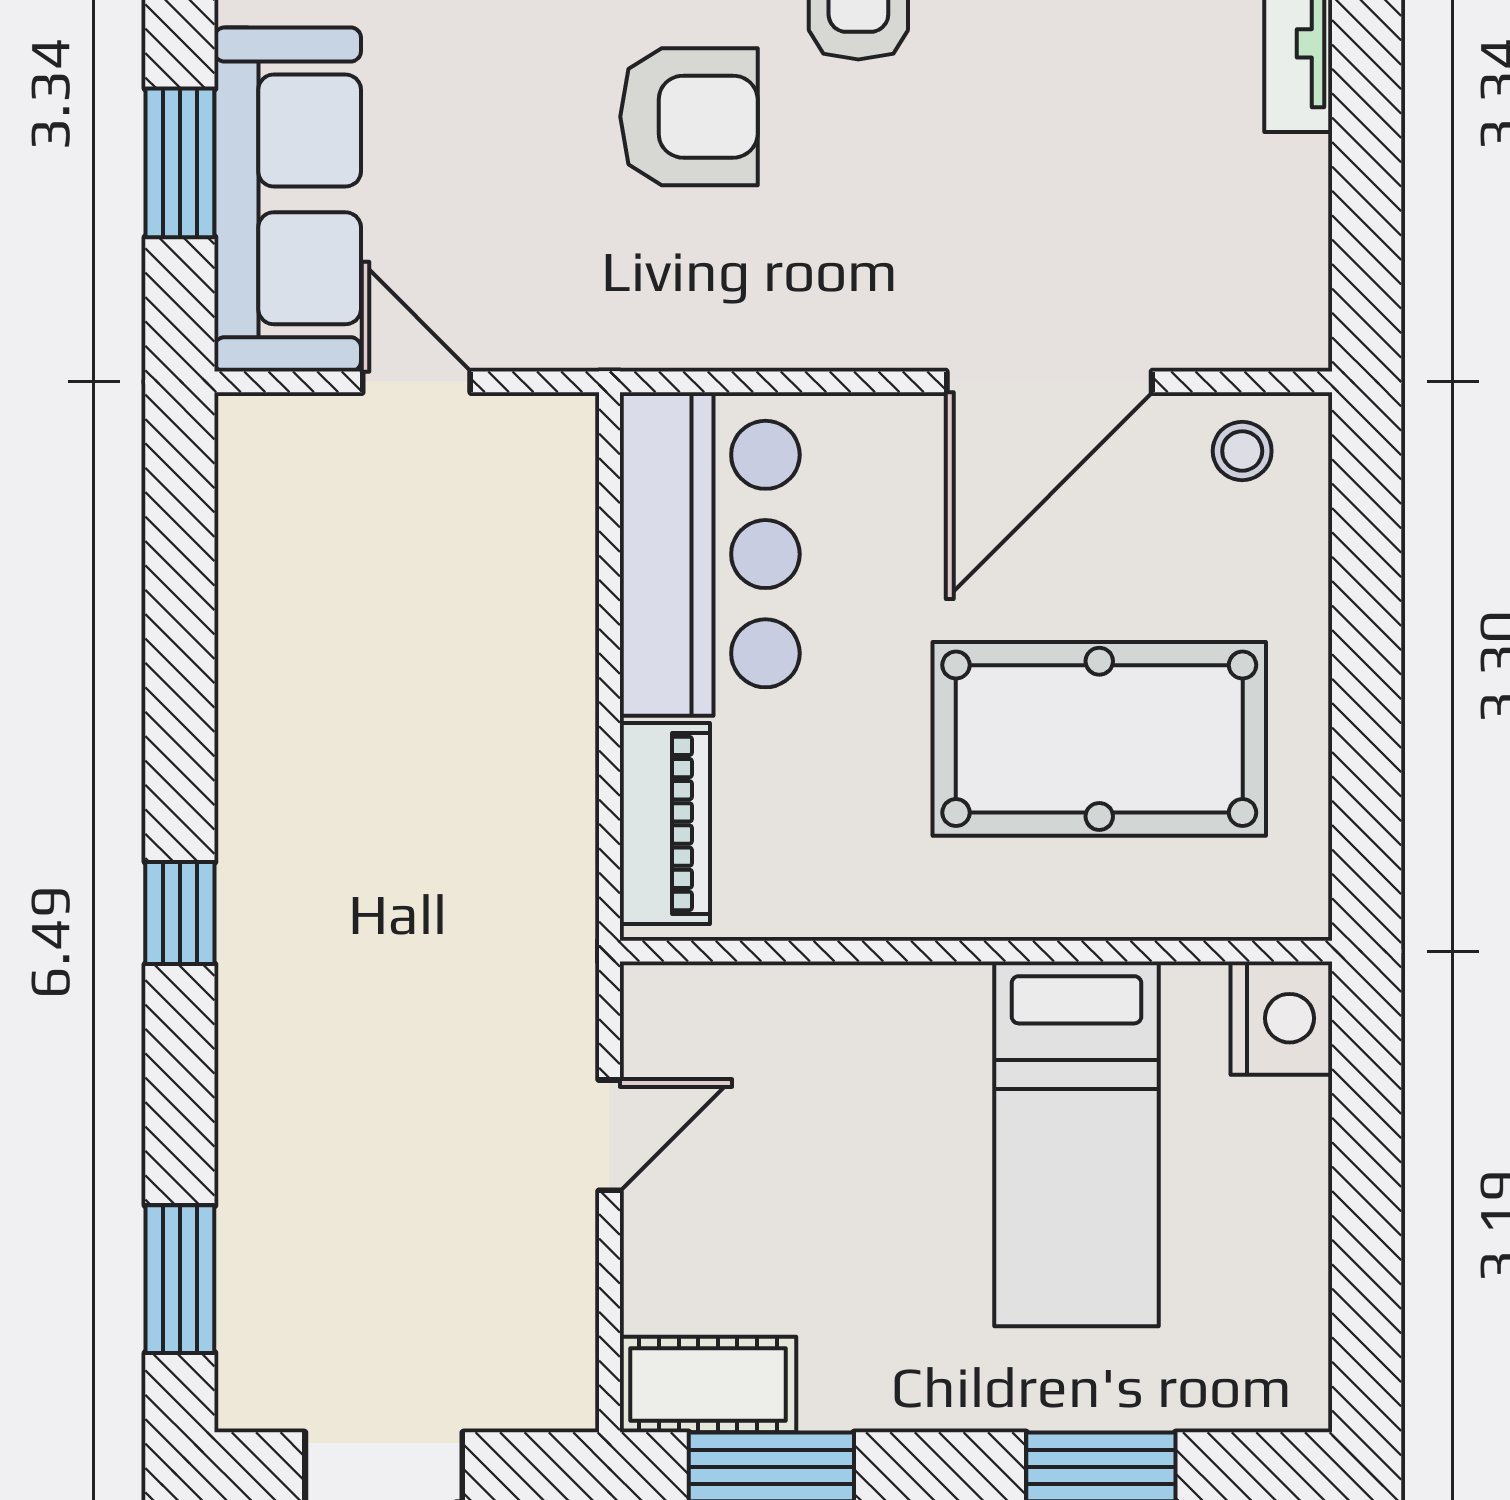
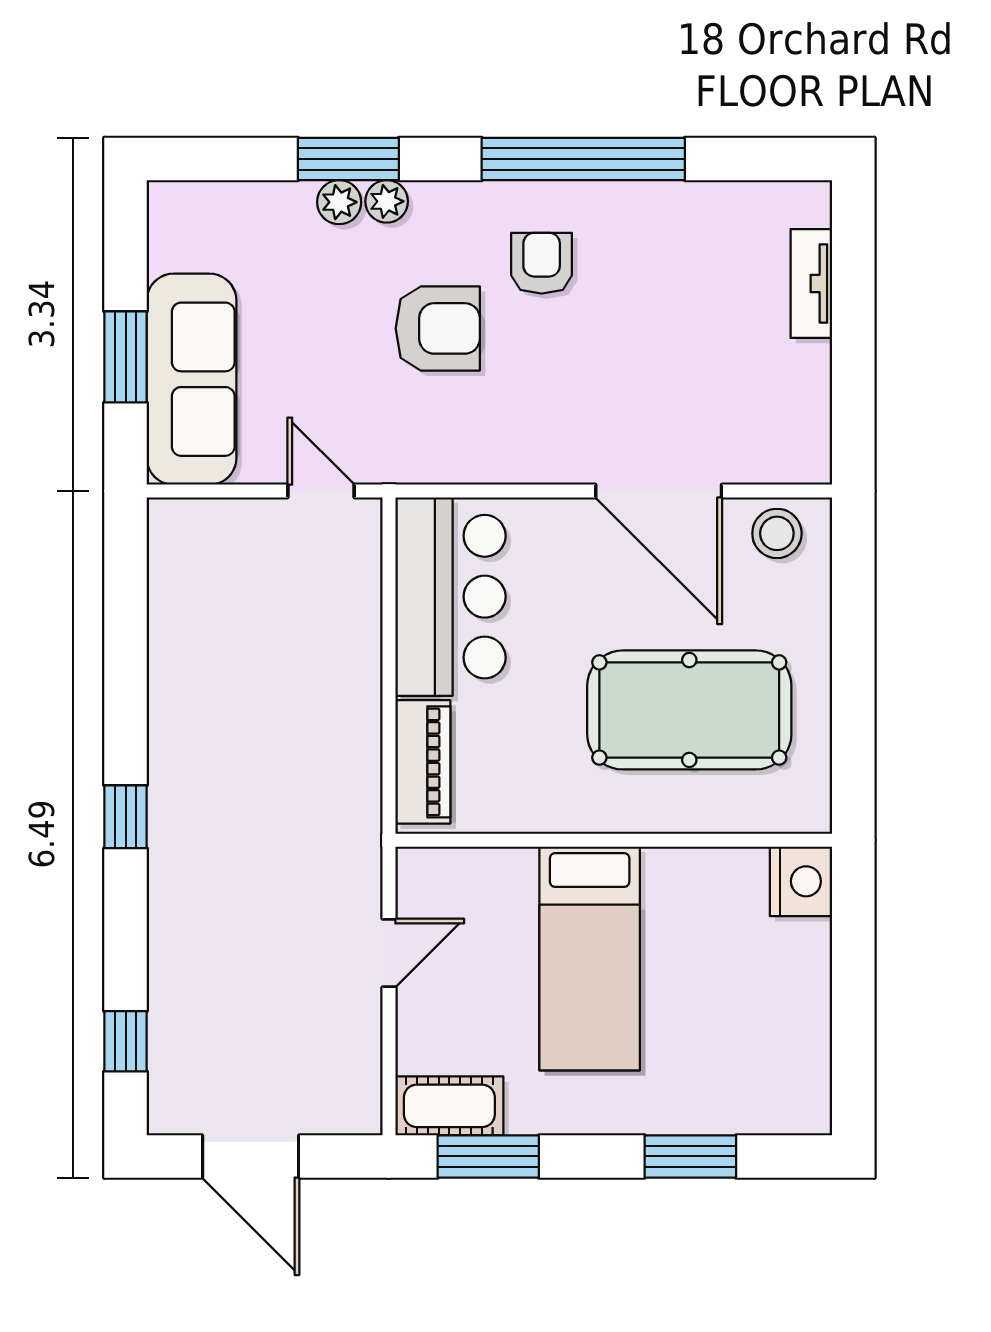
door: (416, 382) -> (321, 491), moved
door: (1049, 382) -> (659, 491), hinge flipped
stool: (1242, 451) -> (777, 533), width x1.37, depth x1.37
bed: (1076, 1144) -> (590, 958), moved
window: (180, 1279) -> (126, 1041), width x0.67

